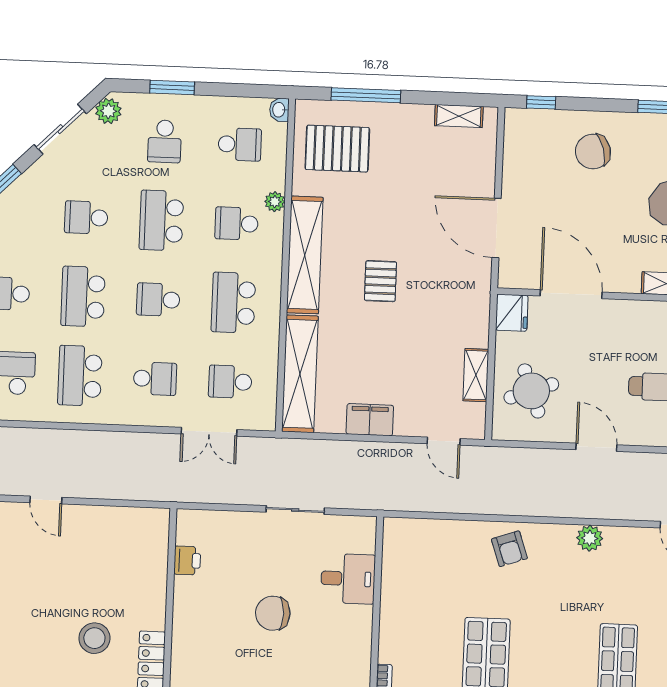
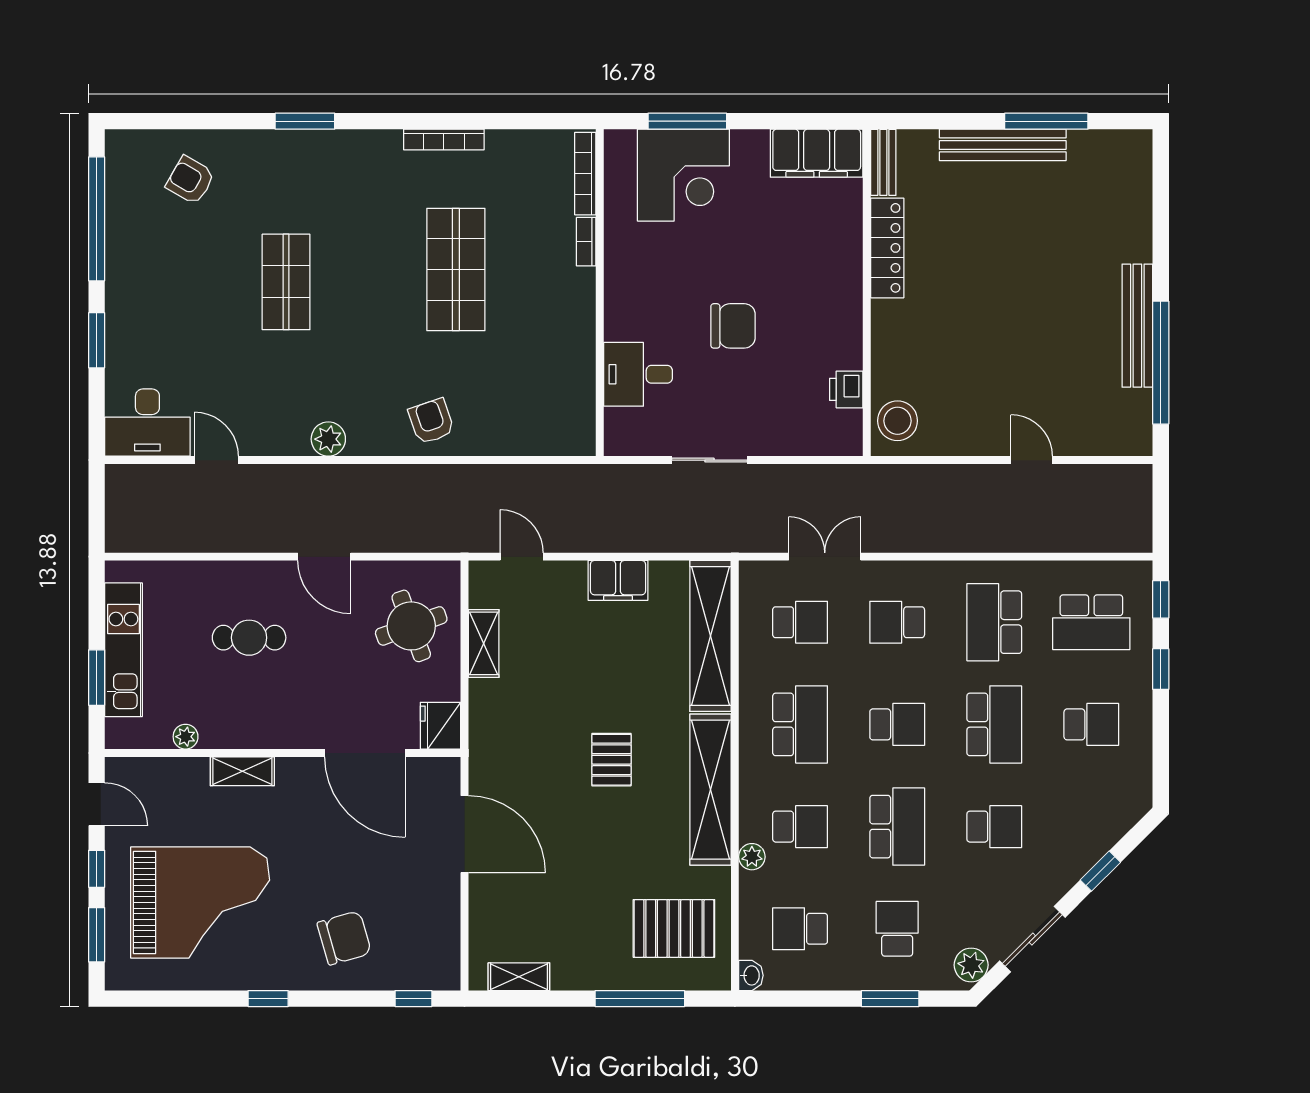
school desk: (80, 376) -> (994, 622), turned 180
stool: (94, 638) -> (898, 421), moved

